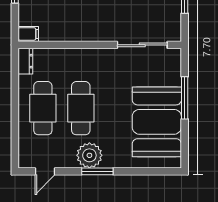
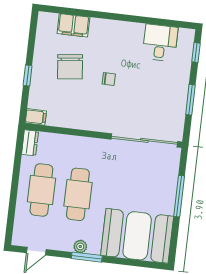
sliding door: (142, 45) -> (144, 140), width x1.36
booth: (157, 122) -> (137, 236), moved, turned 90
plant: (89, 155) -> (80, 246), width x0.53, depth x0.53

